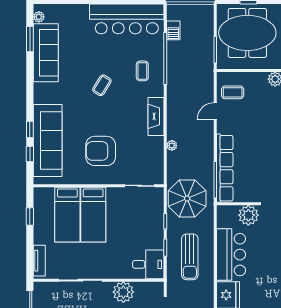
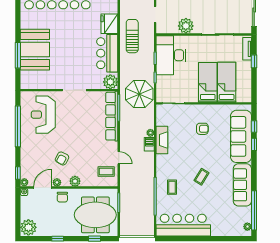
barbecue: (173, 30) -> (149, 144), moved
window: (30, 39) -> (254, 210), width x2.11
sofa: (46, 53) -> (242, 185), moved
door: (215, 111) -> (119, 158), hinge flipped
fireplace: (156, 116) -> (162, 140), moved
armchair: (101, 151) -> (202, 129), width x0.53, depth x0.53
plant: (248, 215) -> (110, 82), moved
window: (30, 216) -> (254, 61), moved
sun lounger: (190, 257) -> (132, 36), moved
desk: (148, 264) -> (171, 55), width x1.87, depth x1.30

